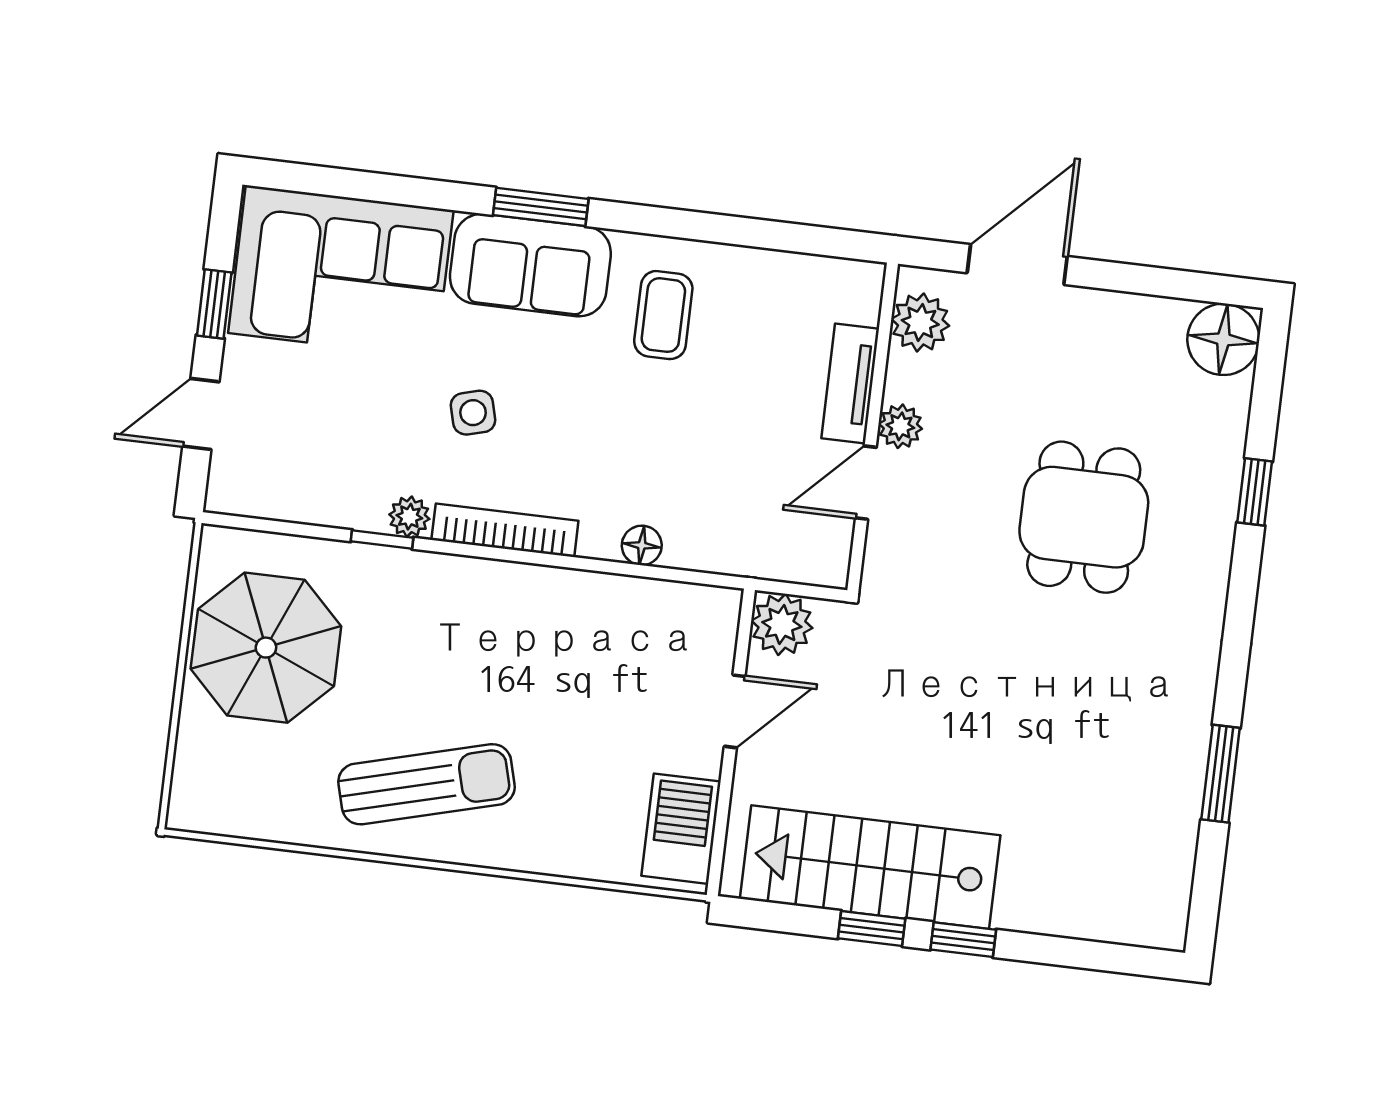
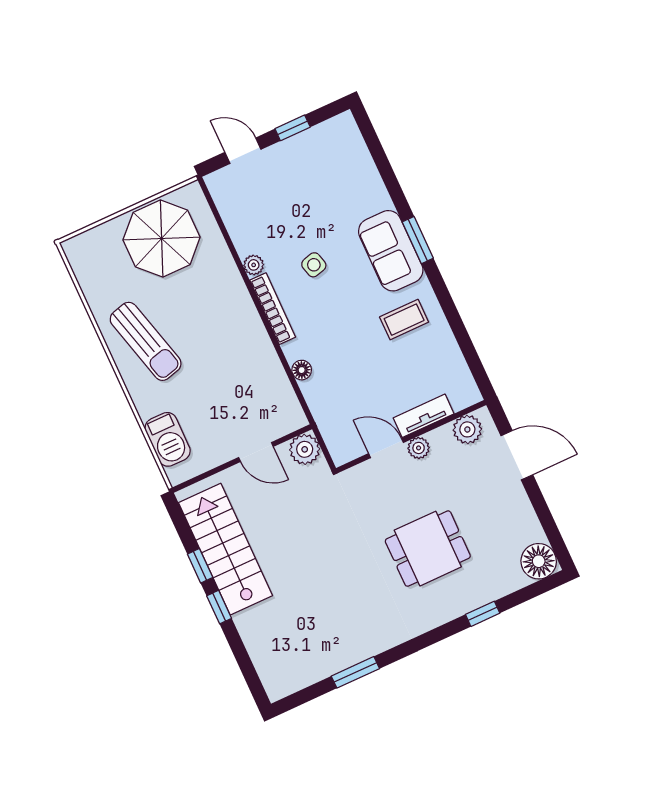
corner sofa: (341, 272) -> (339, 173), removed
window: (382, 539) -> (237, 259), removed
barbecue: (681, 829) -> (168, 439), moved, turned 90

